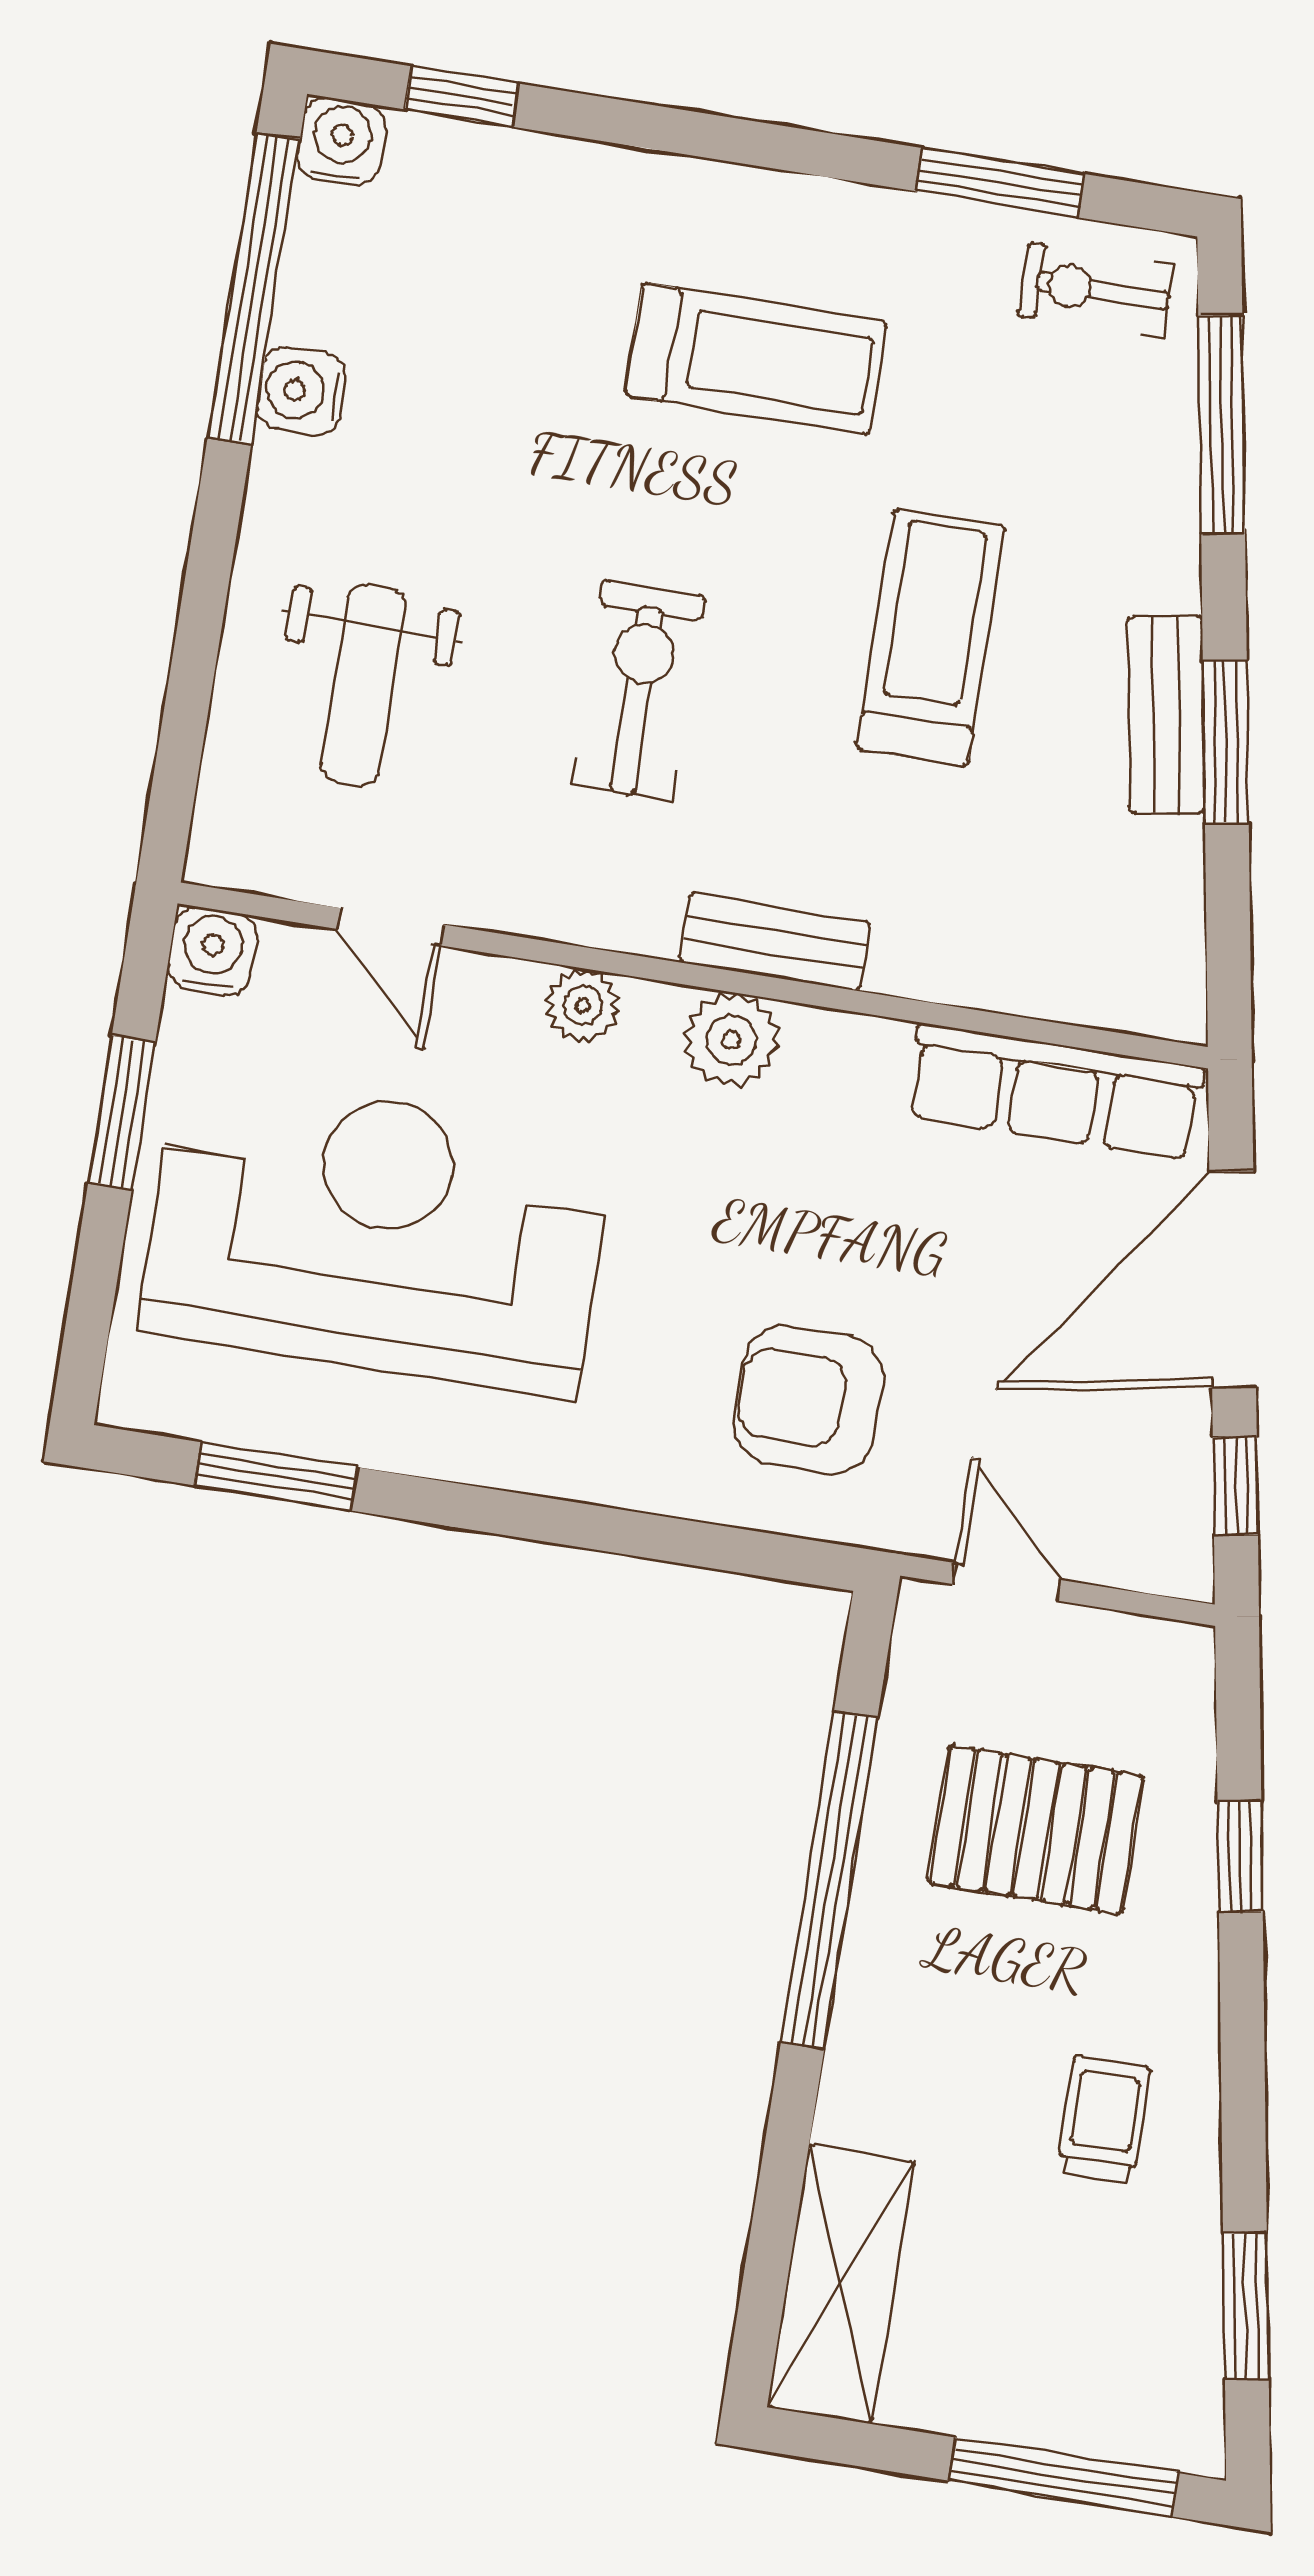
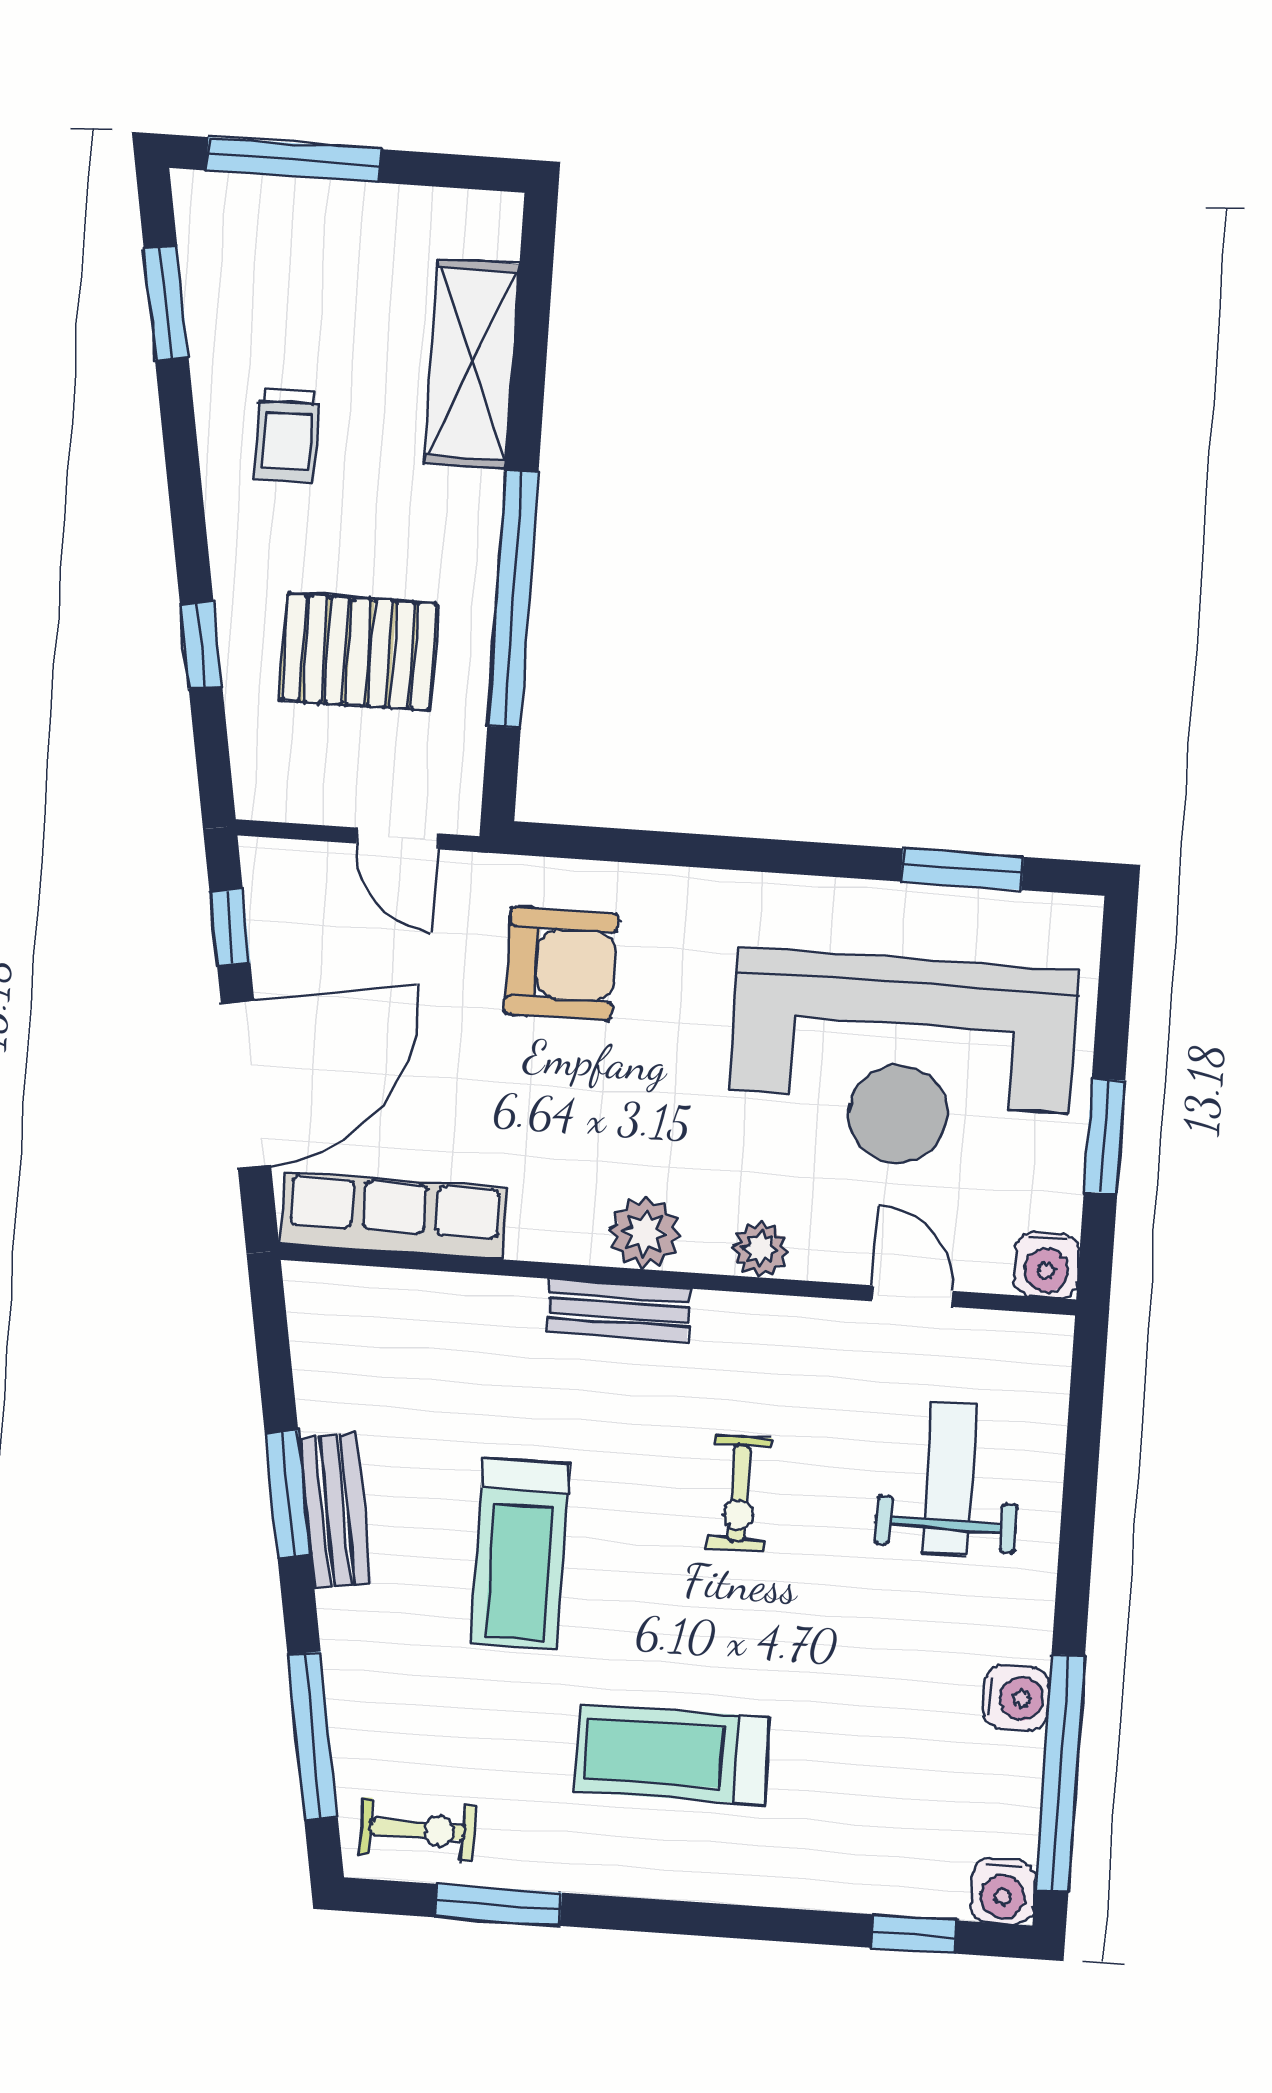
exercise bike: (638, 690) -> (739, 1493), width x0.73, depth x0.72
shelving: (840, 2284) -> (472, 364), moved

